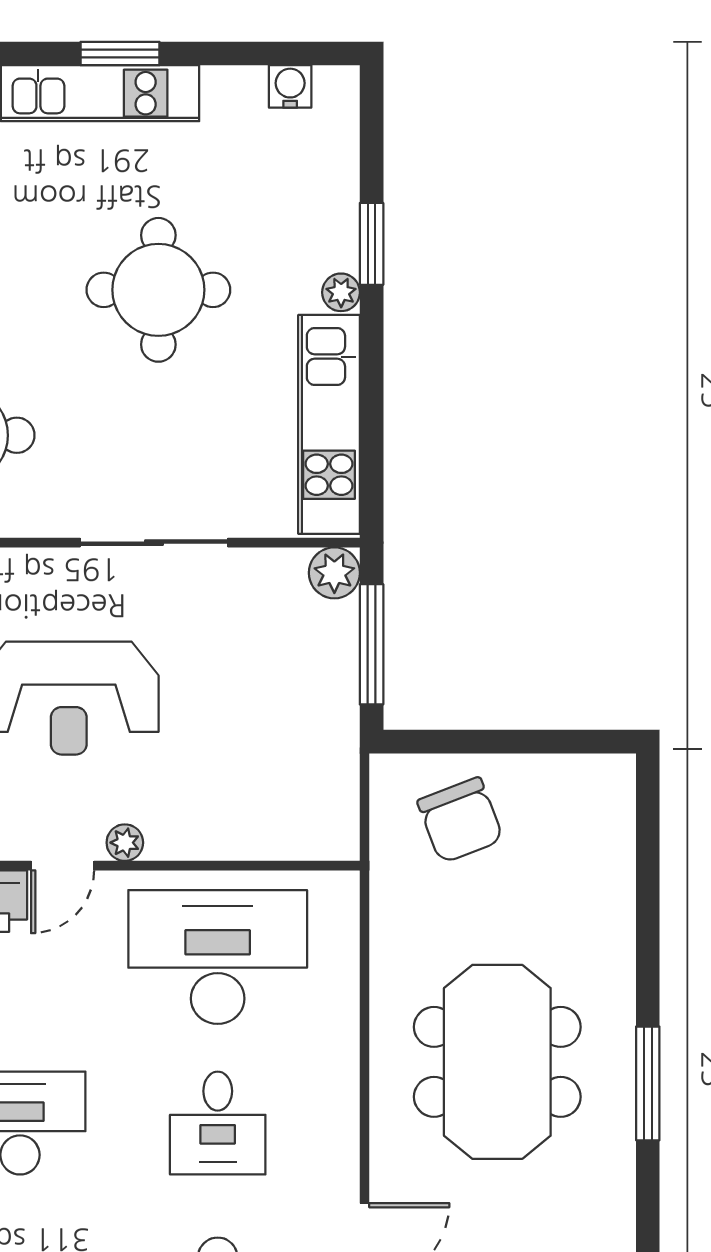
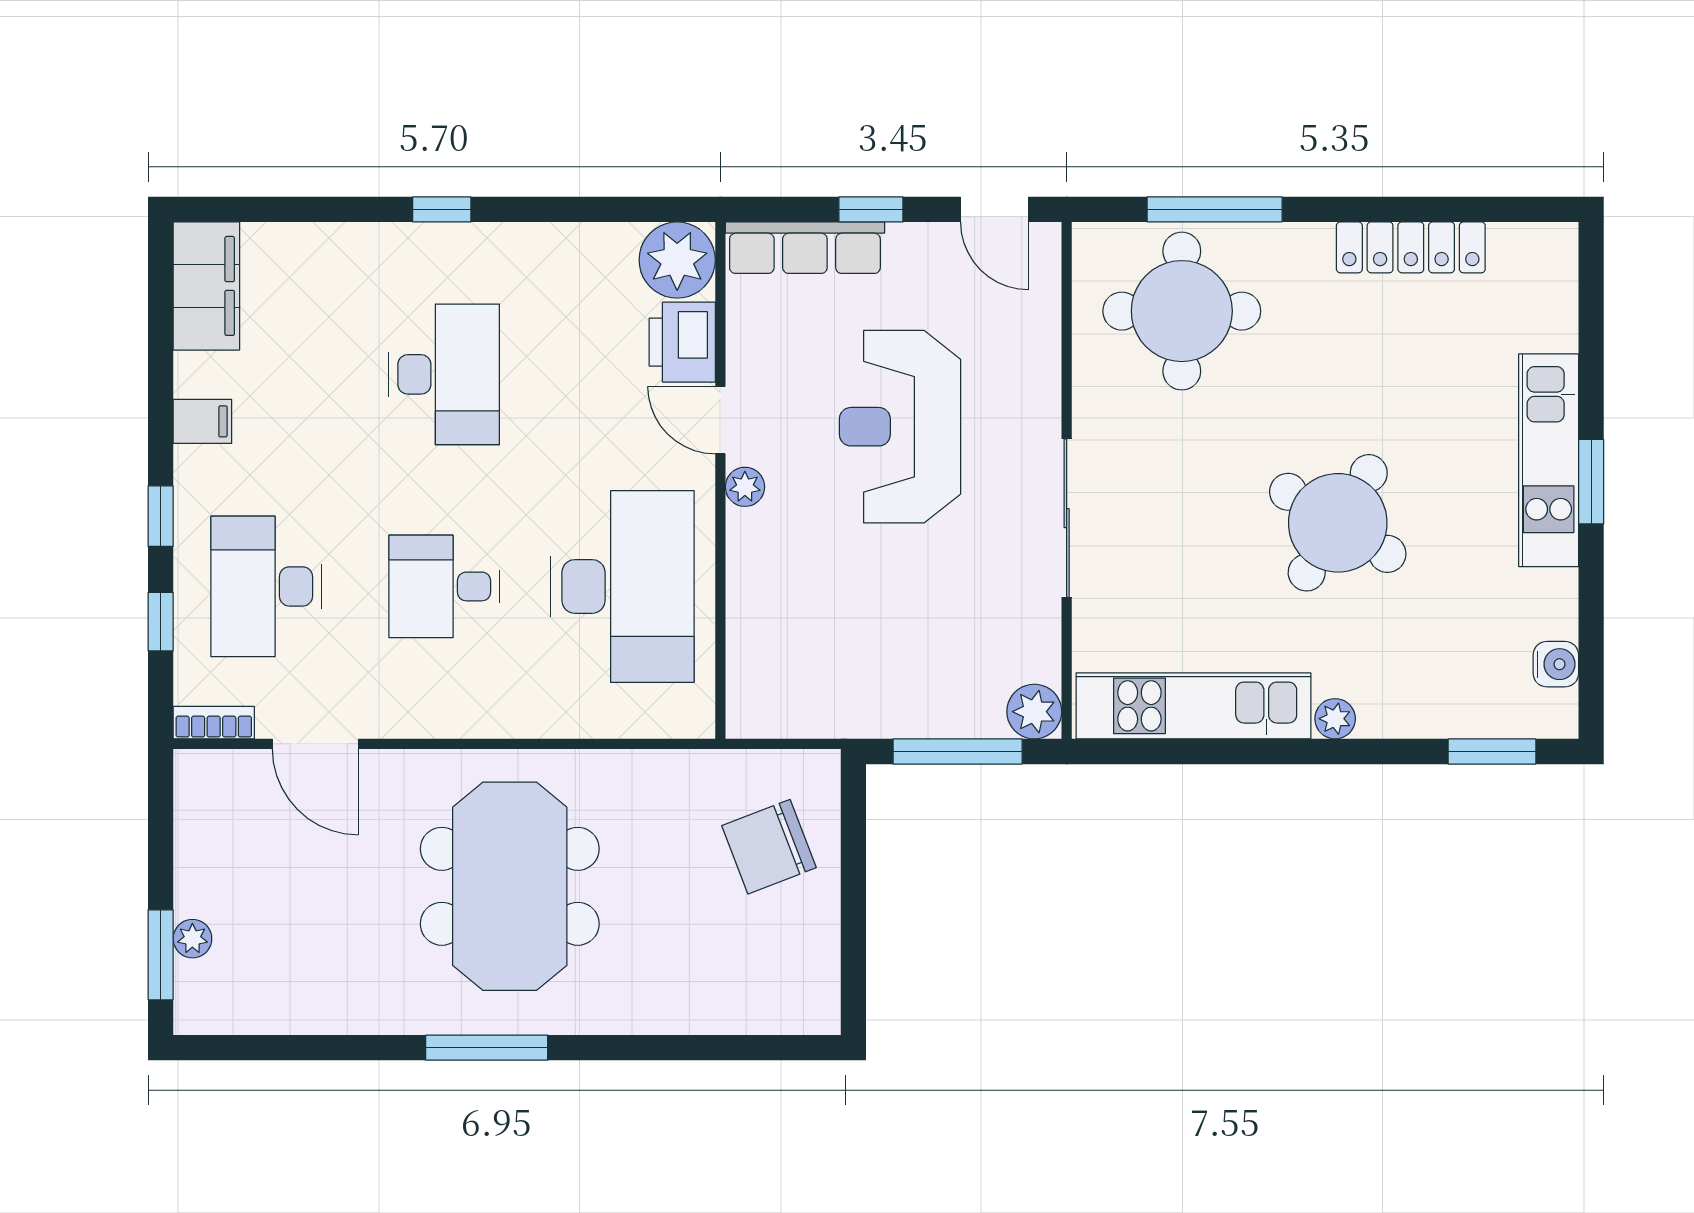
window: (372, 244) -> (1492, 751), moved
round table: (158, 290) -> (1338, 523), turned 32
meeting table: (497, 1062) -> (510, 886), turned 90

